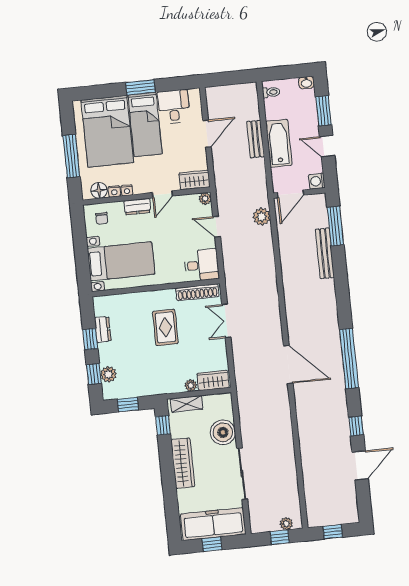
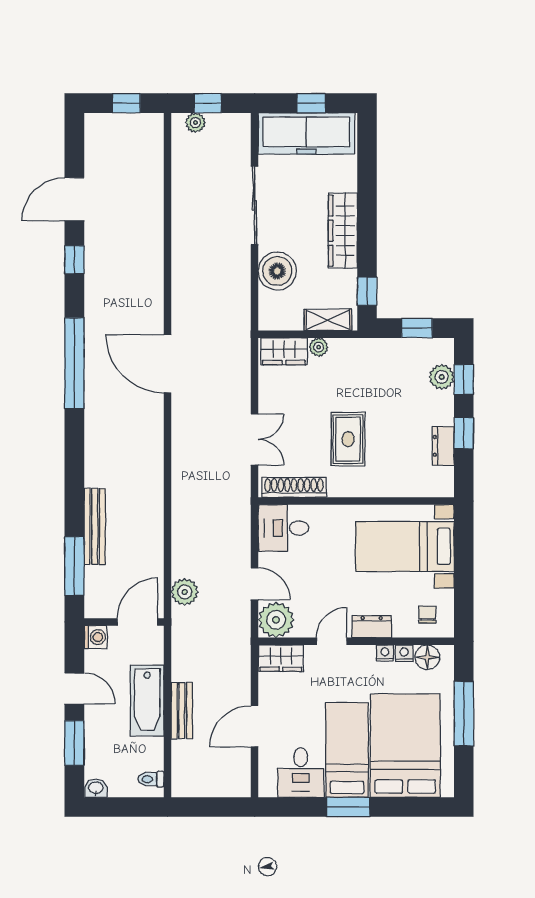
plant: (205, 199) -> (276, 620), width x1.87, depth x1.87

